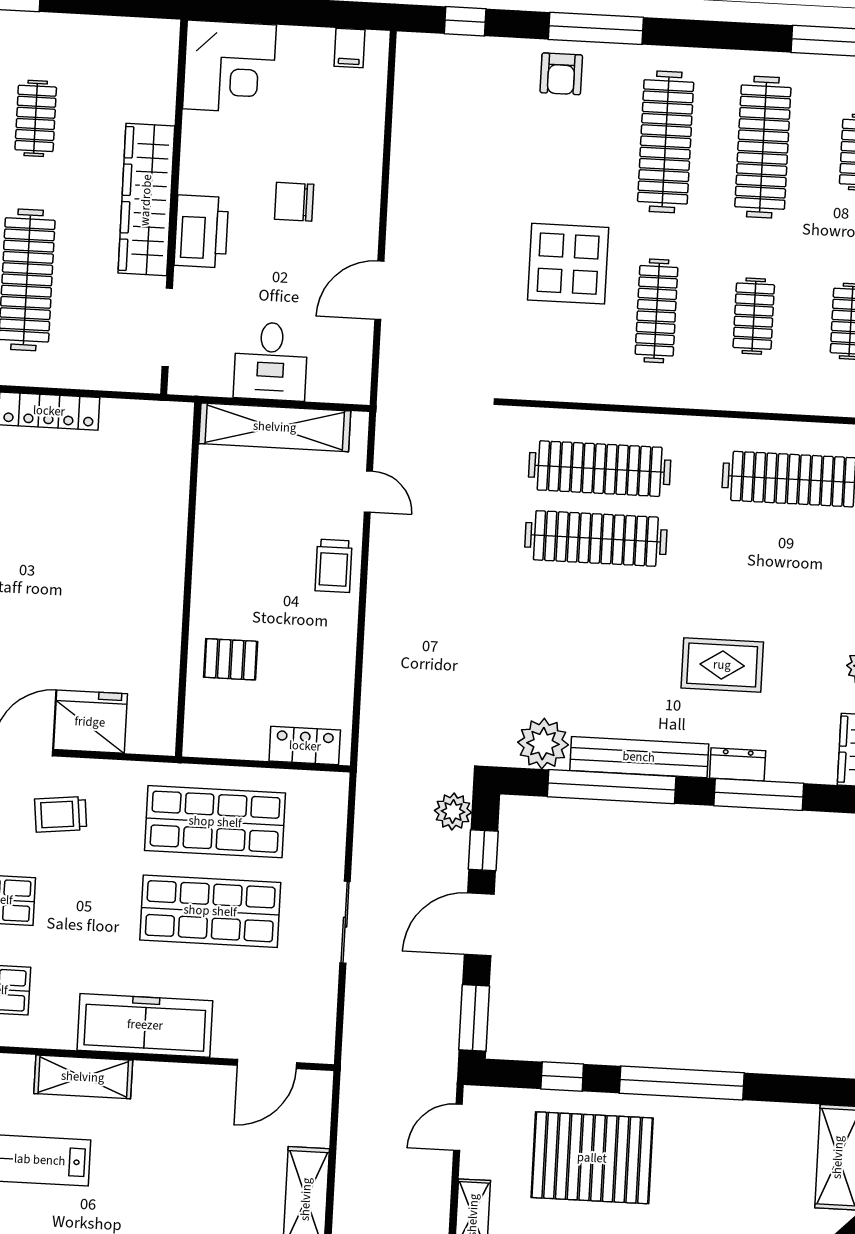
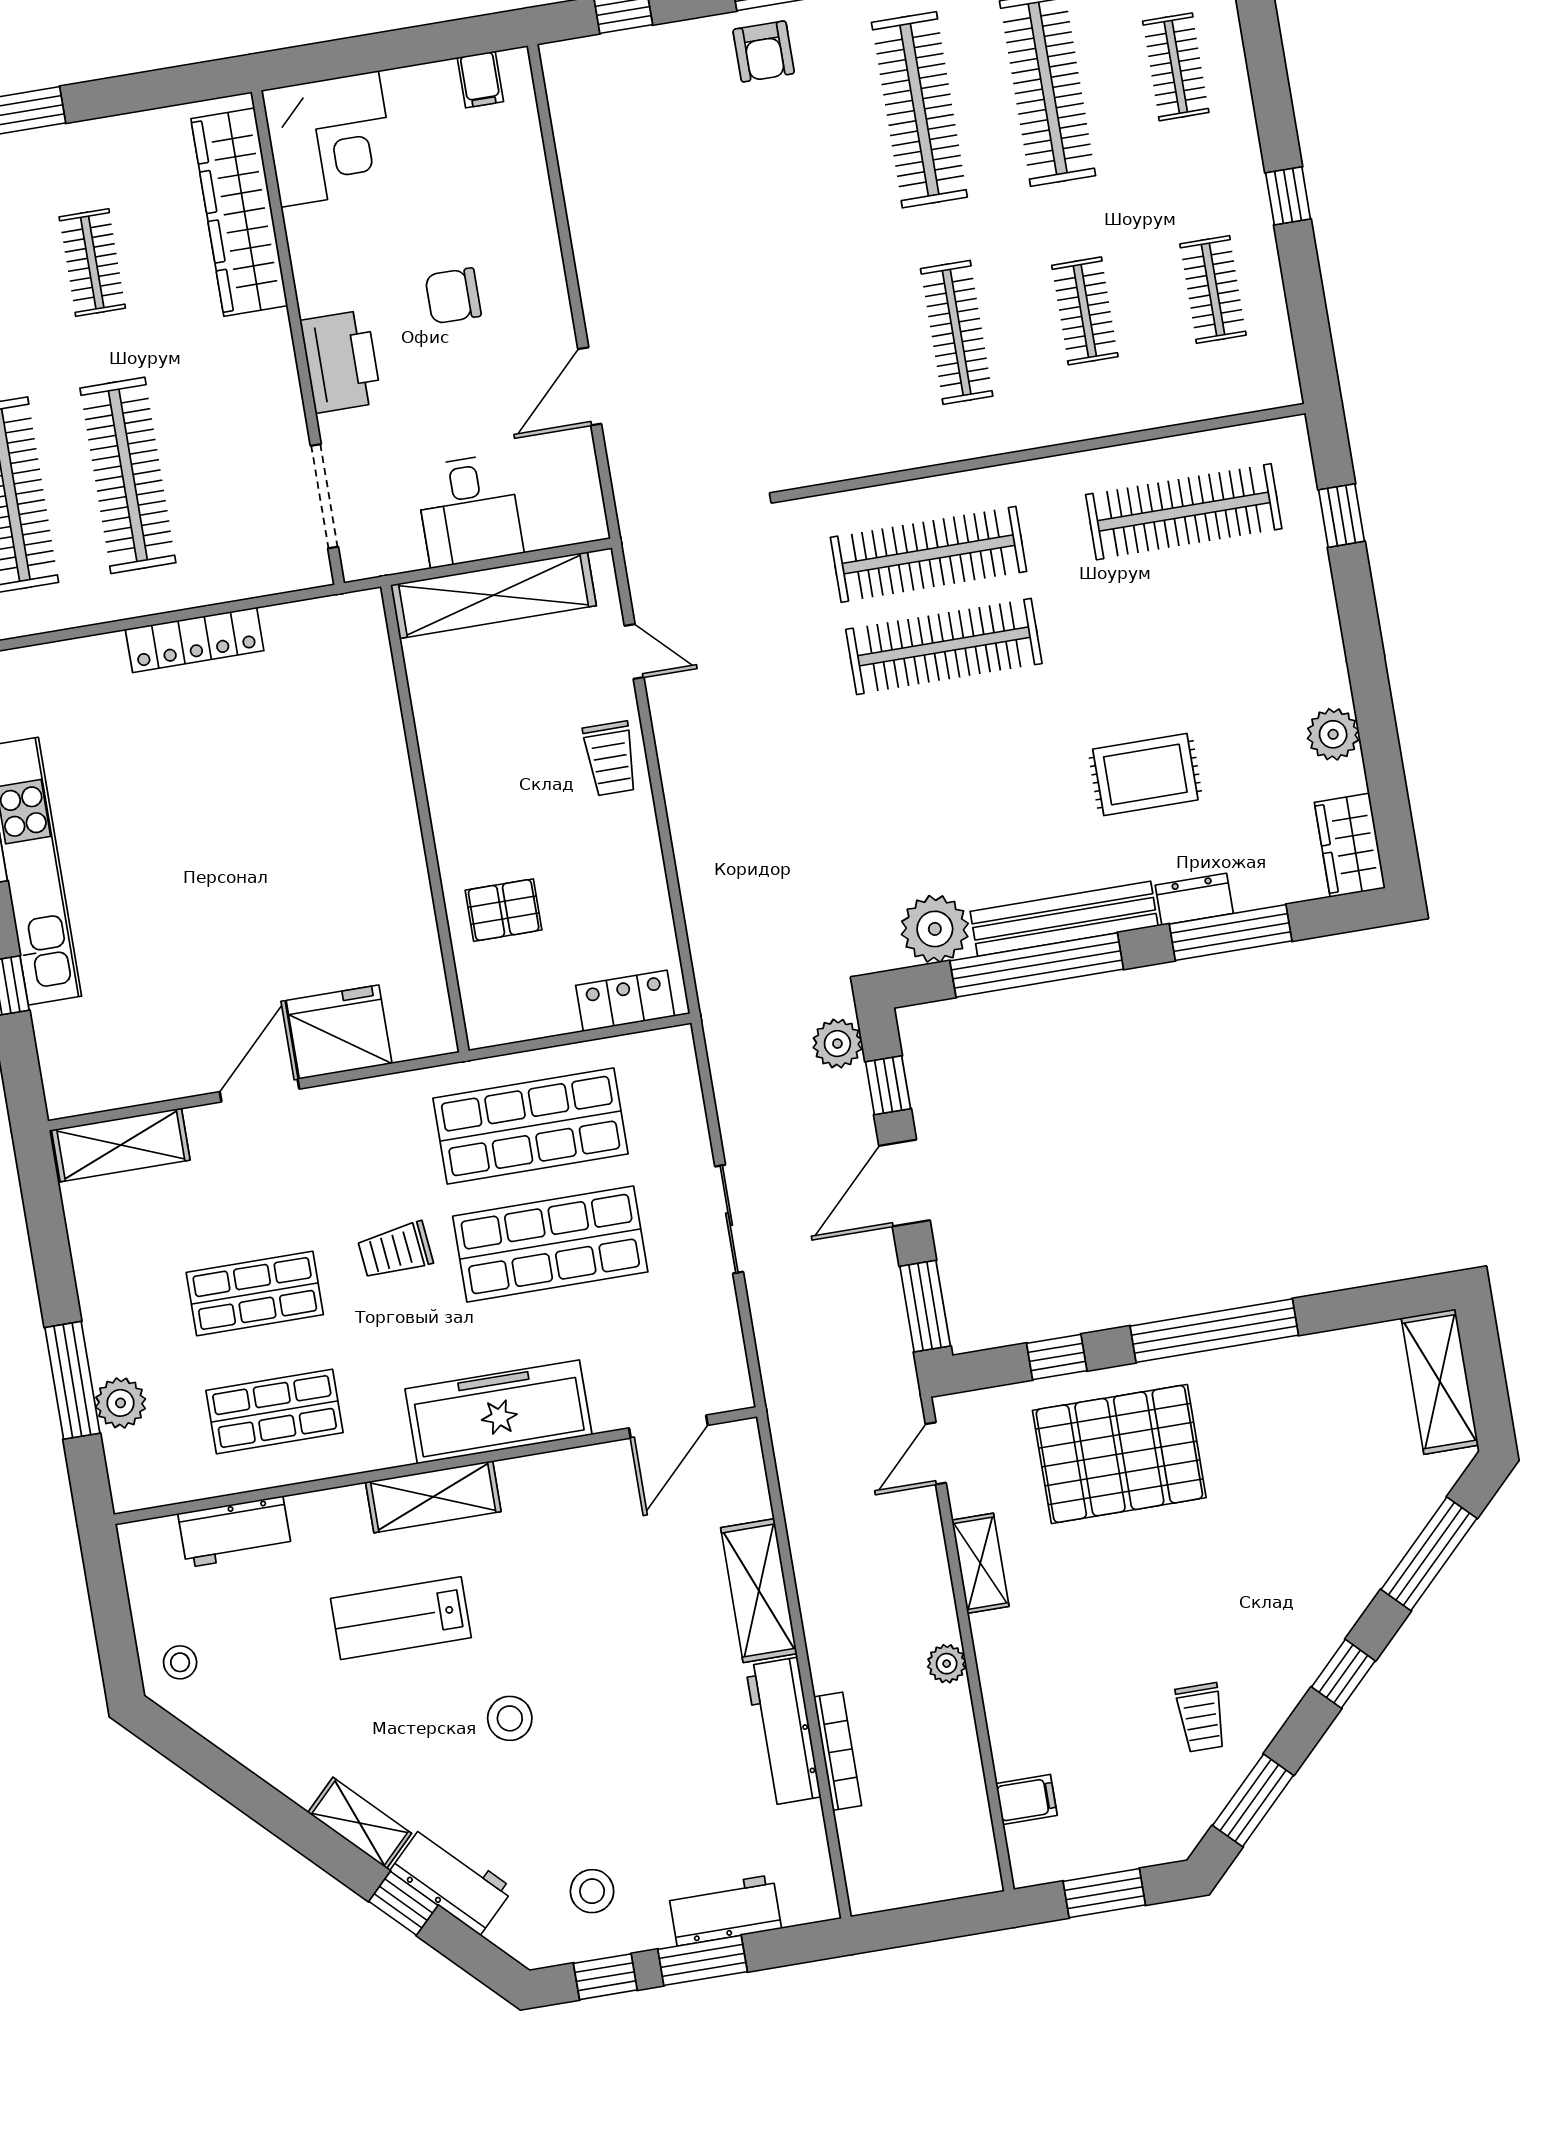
wardrobe: (146, 200) -> (239, 212), moved
display table: (568, 264) -> (828, 297), removed
trolley: (61, 814) -> (395, 1251), moved

